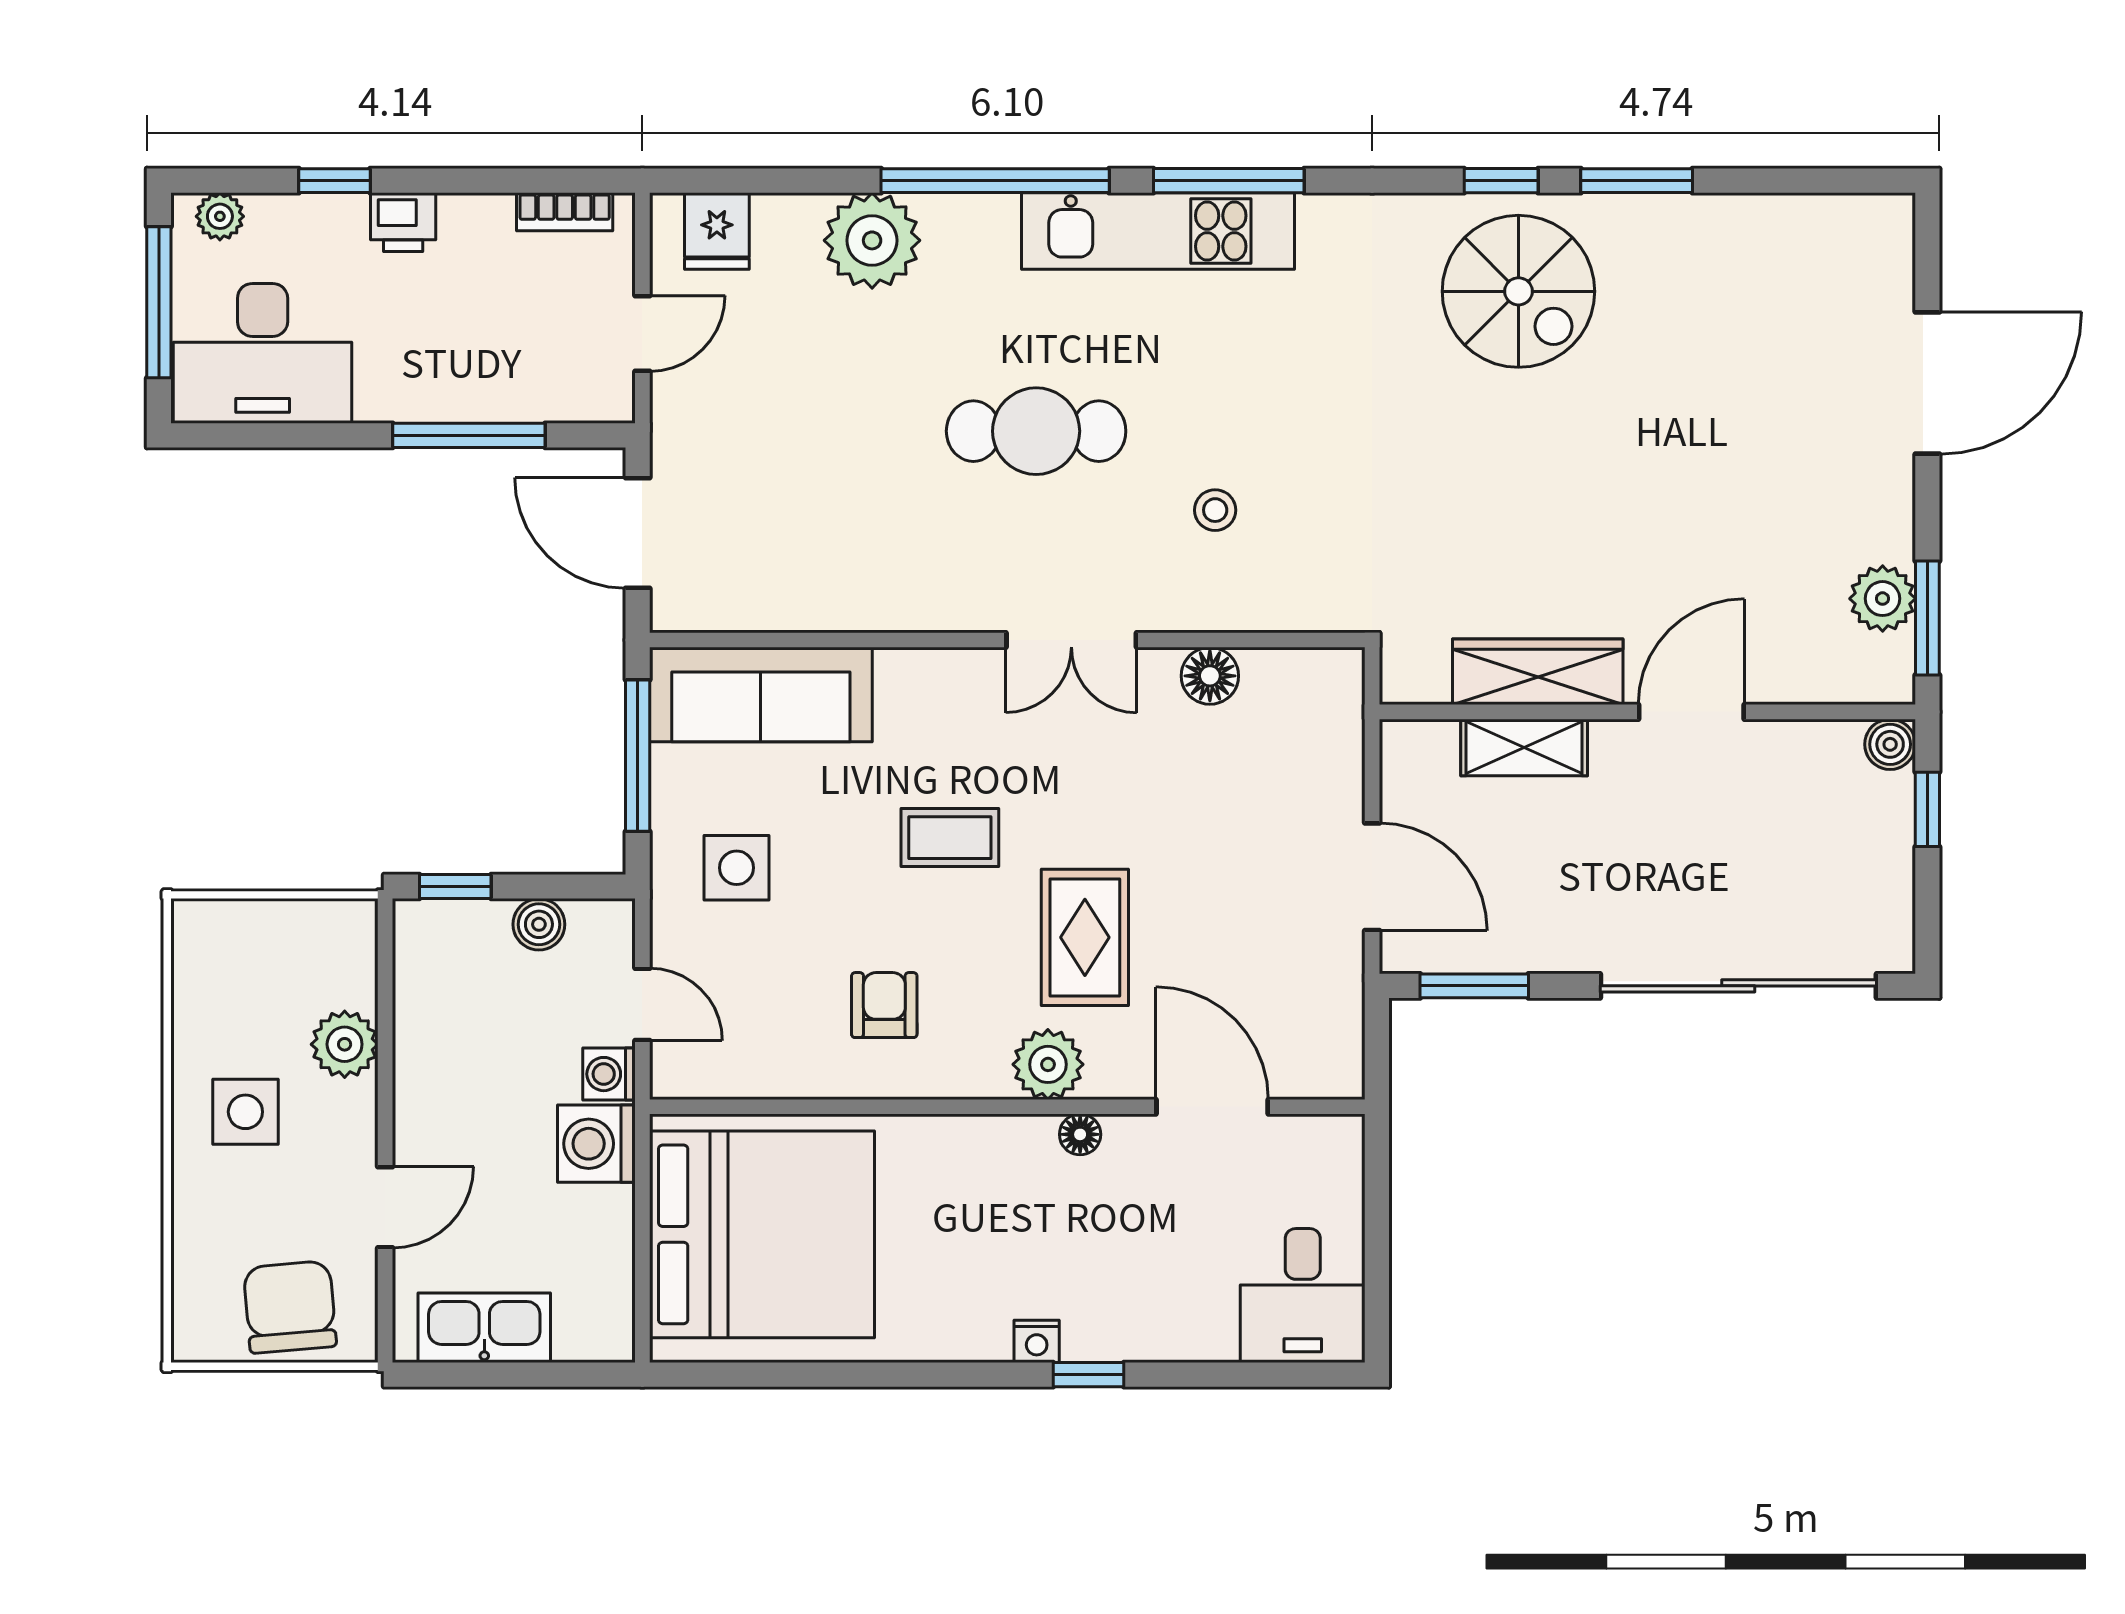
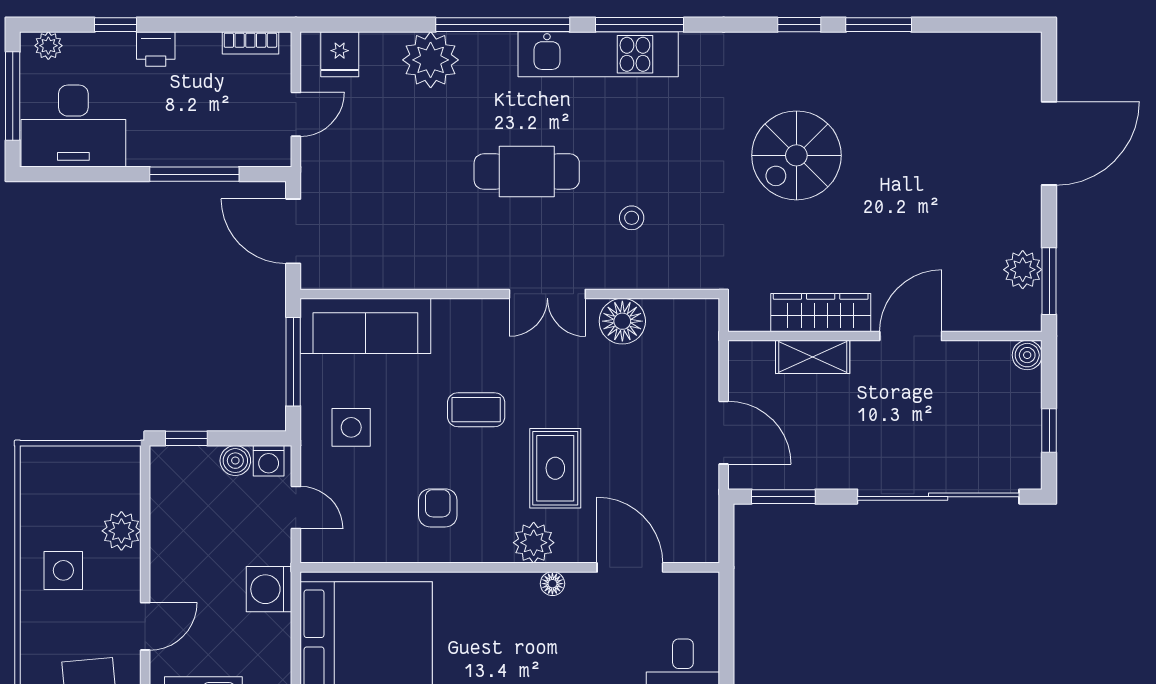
spiral stairs: (1518, 291) -> (796, 155), moved, turned 90
floor lamp: (1210, 676) -> (622, 321), width x1.38, depth x1.38
window: (1927, 809) -> (1049, 430), moved
washing machine: (609, 1074) -> (269, 461), moved, turned -90

